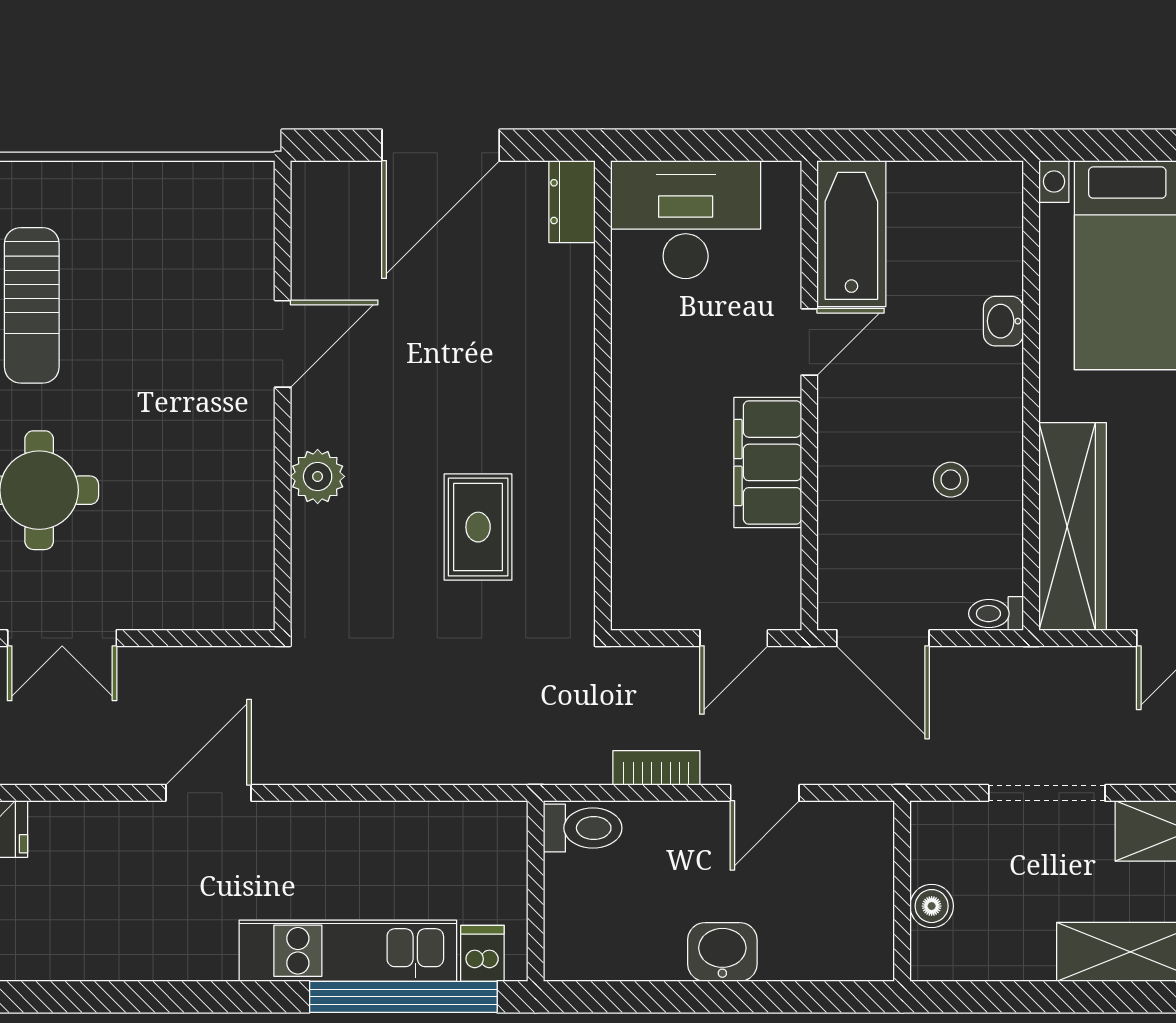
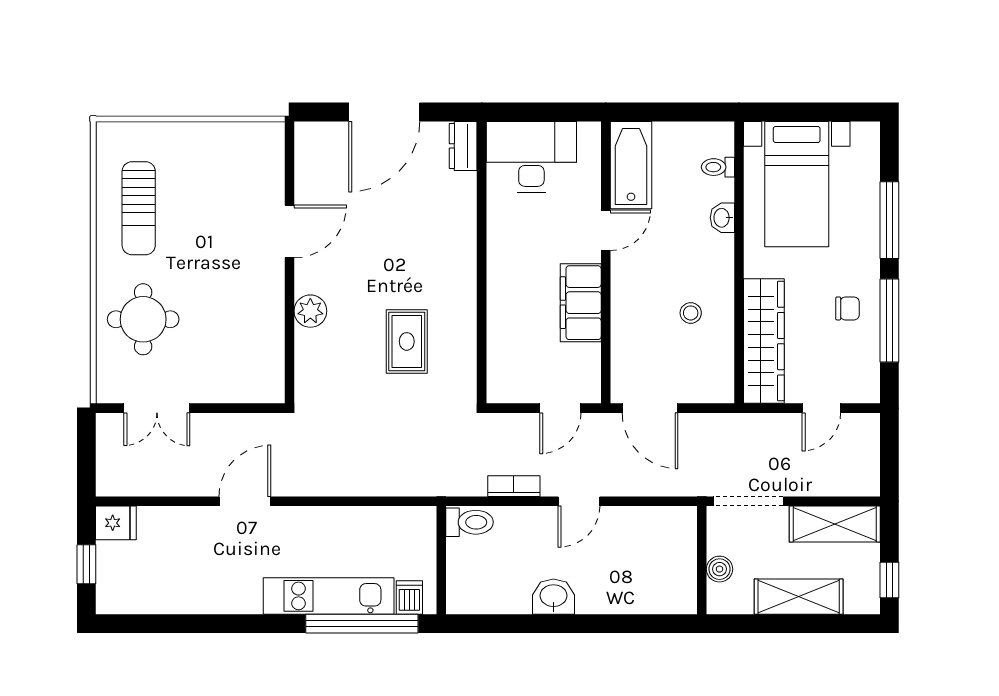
toilet: (996, 614) -> (718, 167), moved
wall: (902, 891) -> (702, 560), moved
boiler: (932, 906) -> (719, 569), moved

